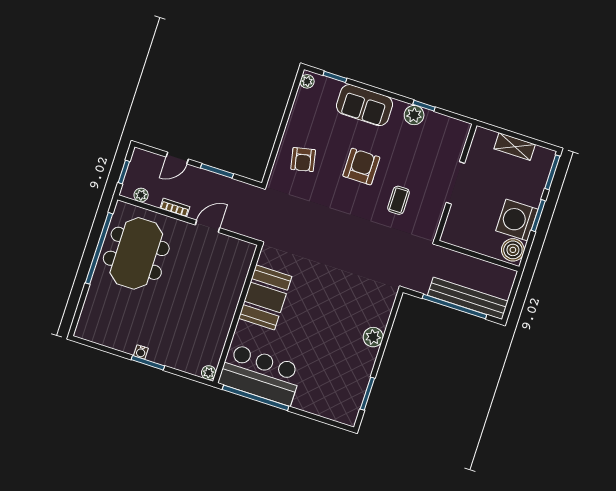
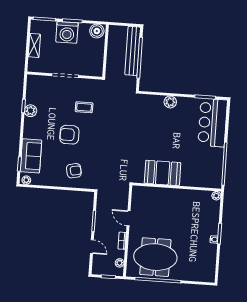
sofa: (365, 105) -> (31, 156), moved
washing machine: (517, 220) -> (67, 32), moved
bar counter: (260, 375) -> (213, 123), moved

